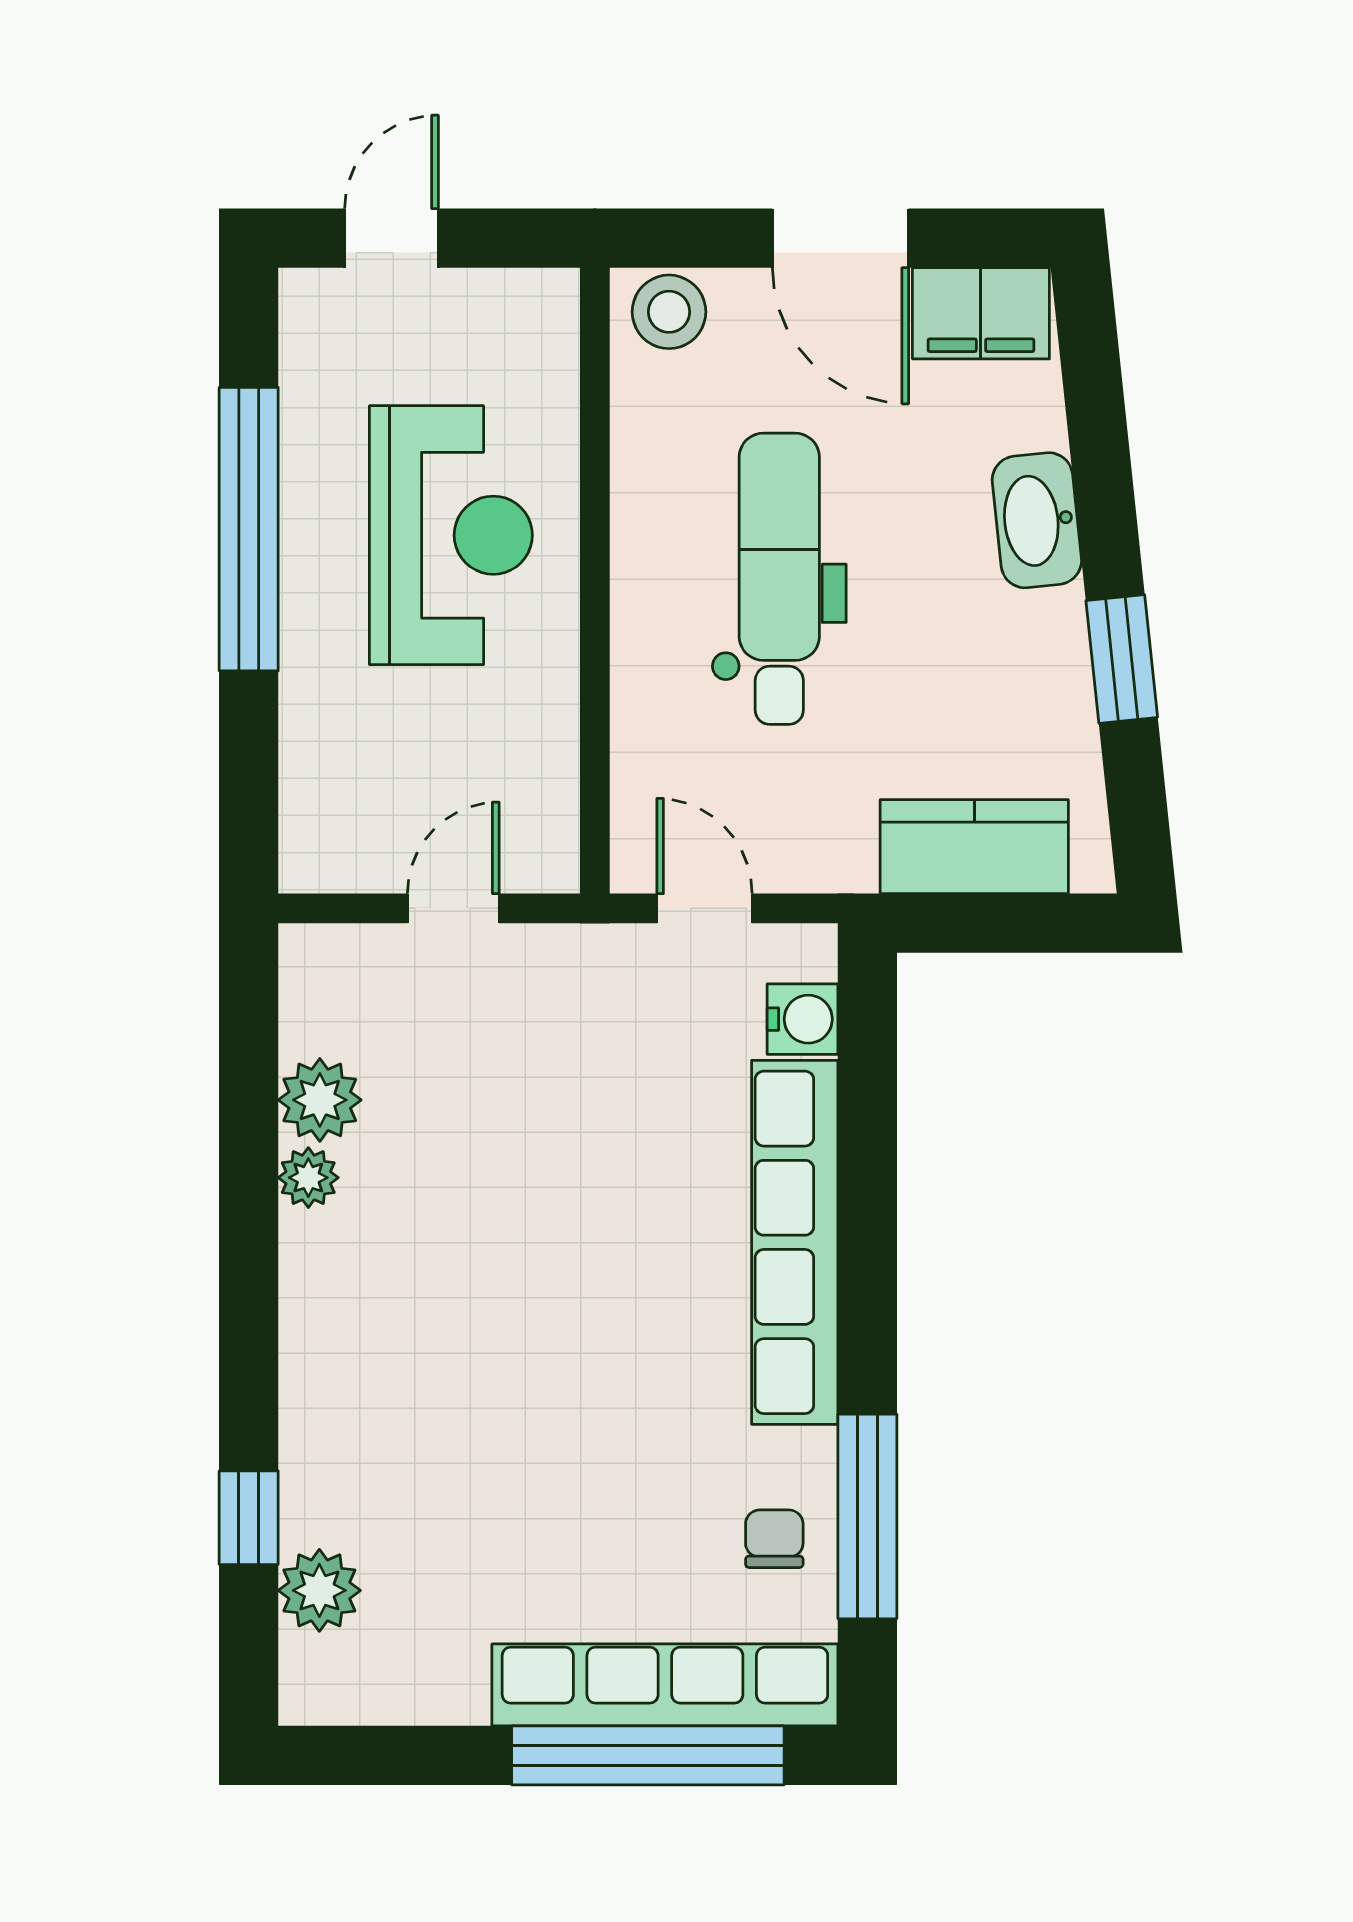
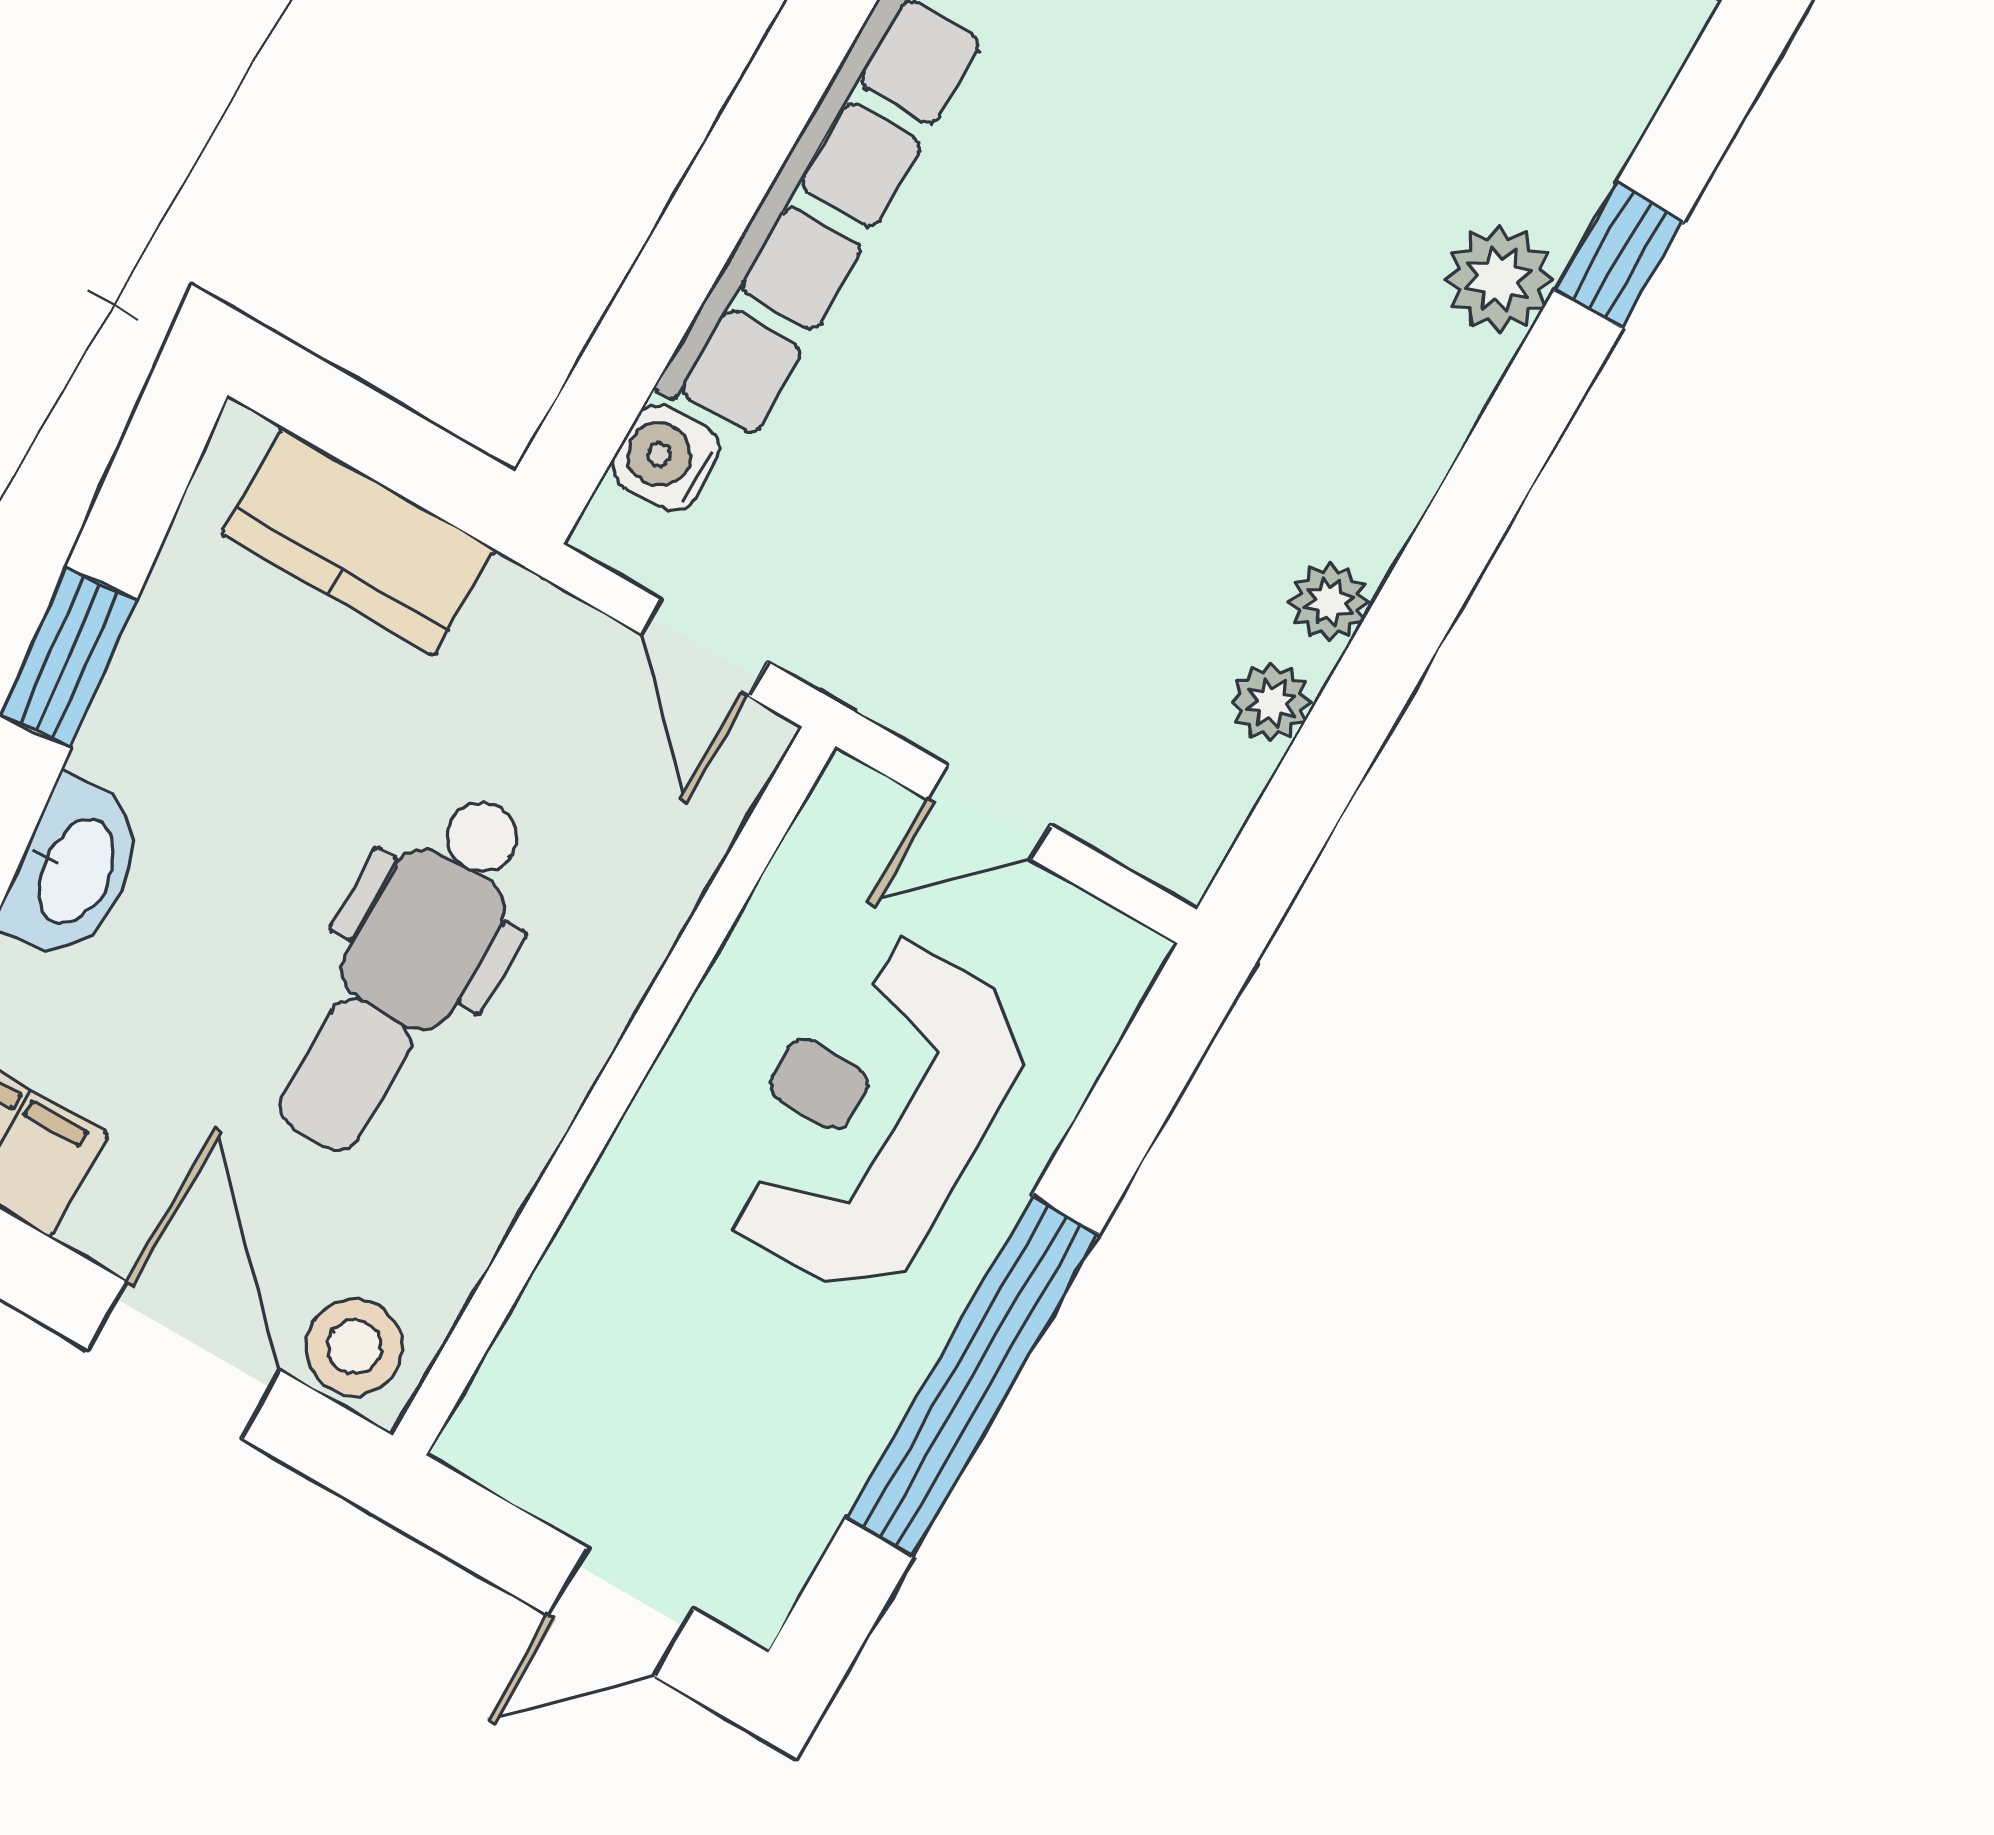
door: (840, 238) -> (184, 1360), moved
reception desk: (451, 535) -> (872, 1115), moved
plant: (320, 1100) -> (1271, 703), width x0.73, depth x0.73
plant: (319, 1590) -> (1499, 279), moved

